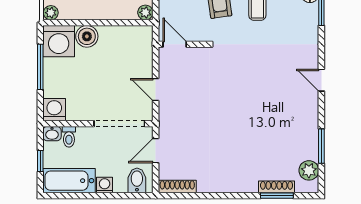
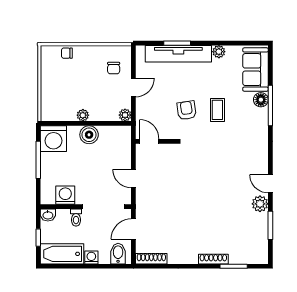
plant: (51, 13) -> (83, 115), moved
boiler: (87, 36) -> (89, 135), moved
door: (321, 80) -> (270, 184), moved
washing machine: (54, 110) -> (65, 195), moved
toilet: (69, 137) -> (76, 218), moved
plant: (309, 170) -> (260, 204), moved
shoe rack: (277, 187) -> (213, 259), moved

